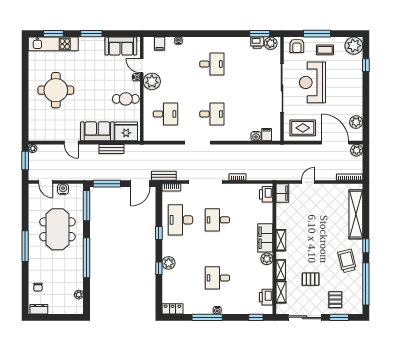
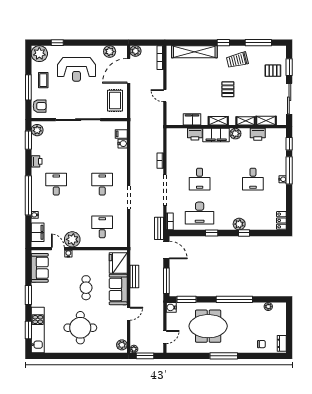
window: (200, 34) -> (28, 195), added
printer: (257, 43) -> (37, 161), moved
filing cabinet: (160, 44) -> (38, 232), width x2.00
door: (142, 66) -> (58, 249), swing flipped
reception desk: (313, 82) -> (77, 69), moved
cafe table: (126, 99) -> (86, 288), moved
plant: (37, 135) -> (122, 345), added
water cooler: (63, 189) -> (171, 307), moved
filing cabinet: (282, 193) -> (192, 119), moved
printer: (266, 194) -> (195, 134), moved
window: (87, 206) -> (186, 299), width x0.69
pallet: (311, 279) -> (228, 89), moved
window: (366, 284) -> (258, 43), width x0.68
printer: (266, 297) -> (258, 134), moved
window: (207, 317) -> (289, 170), moved

